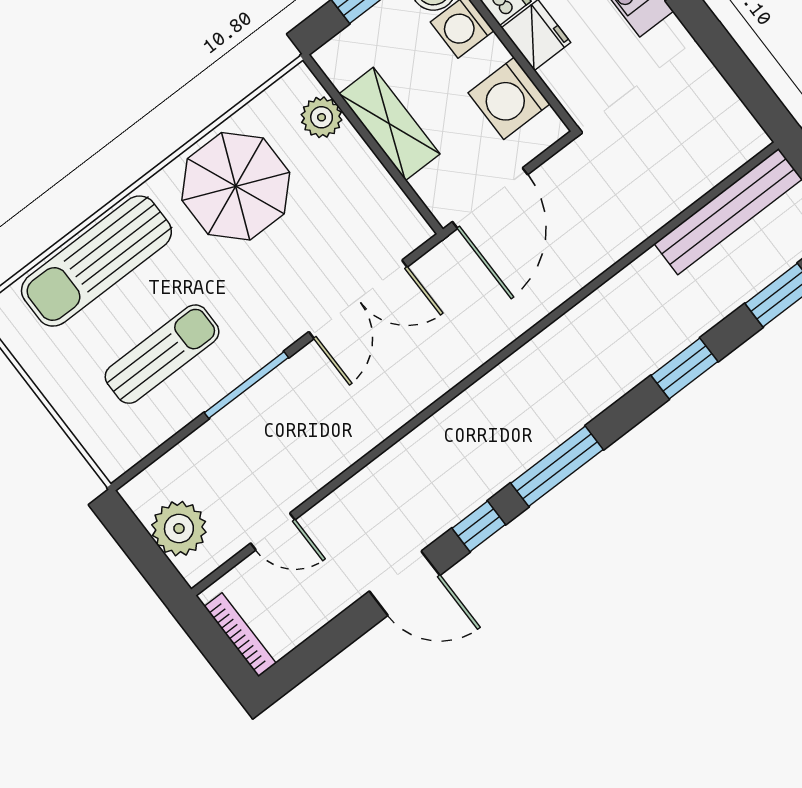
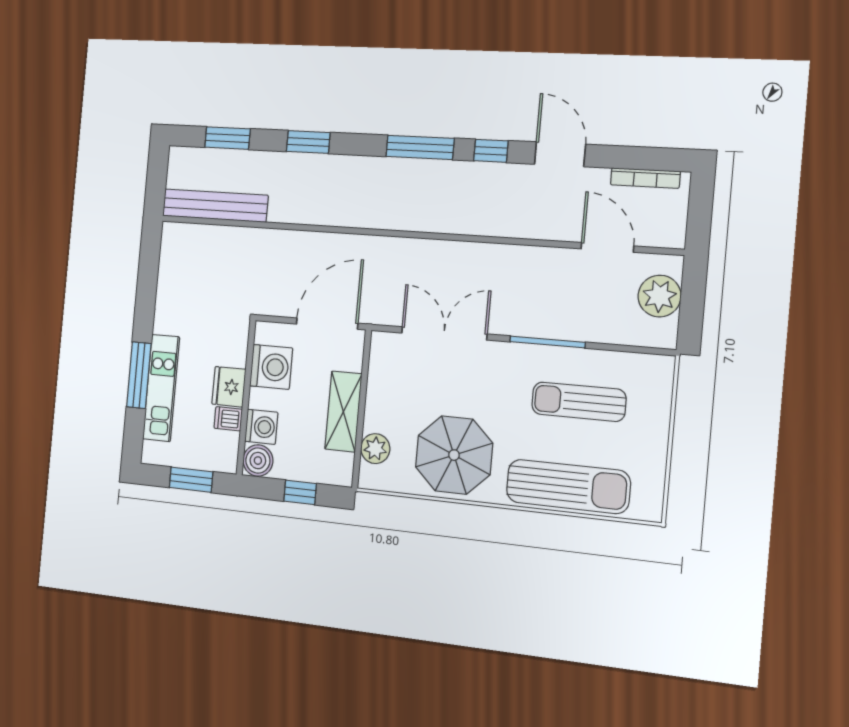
door: (273, 532) -> (607, 247), width x1.38
bookcase: (240, 635) -> (645, 178), moved, turned -90

